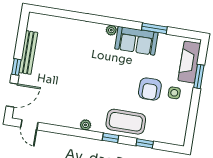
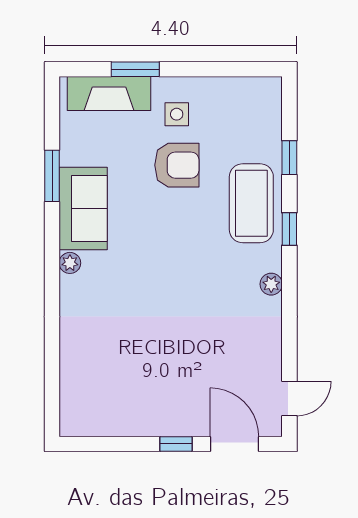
bench: (28, 52) -> (143, 424), removed

